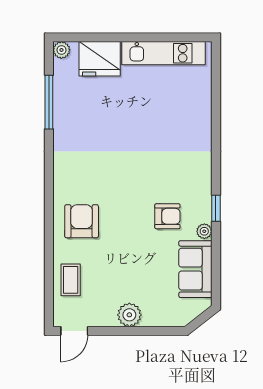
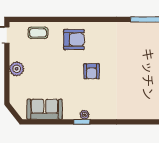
armchair: (167, 216) -> (92, 71), moved
plant: (204, 231) -> (85, 115), moved

